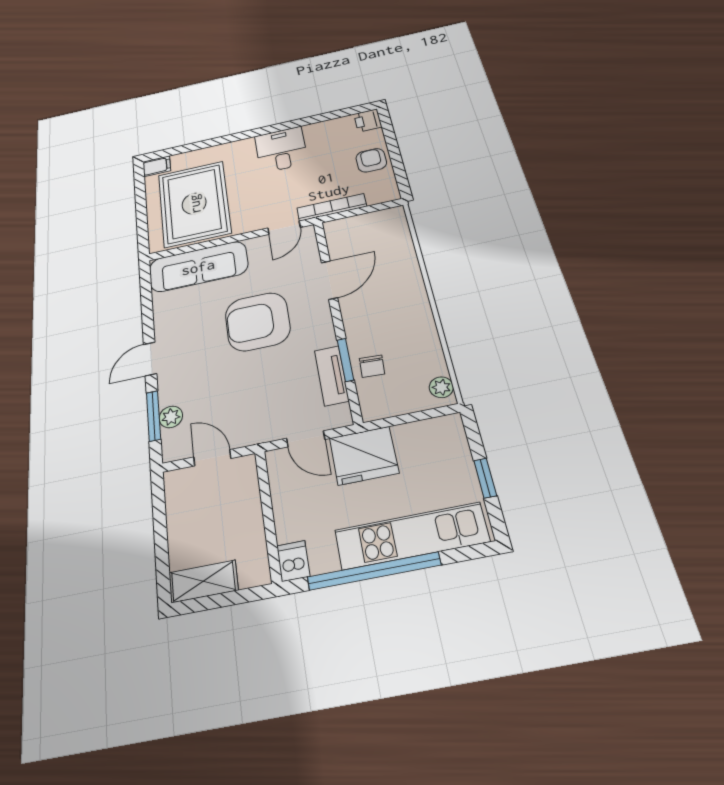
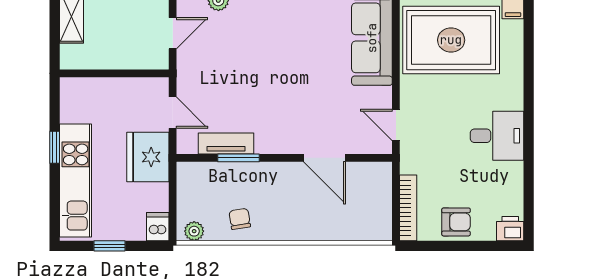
bookcase: (332, 207) -> (408, 208), moved
armchair: (258, 322) -> (296, 87), removed
chair: (372, 366) -> (240, 219), moved, turned 78
door: (306, 439) -> (173, 113), swing flipped
dishwasher: (293, 561) -> (158, 227), moved, turned -90
window: (374, 571) -> (55, 147), width x0.32

